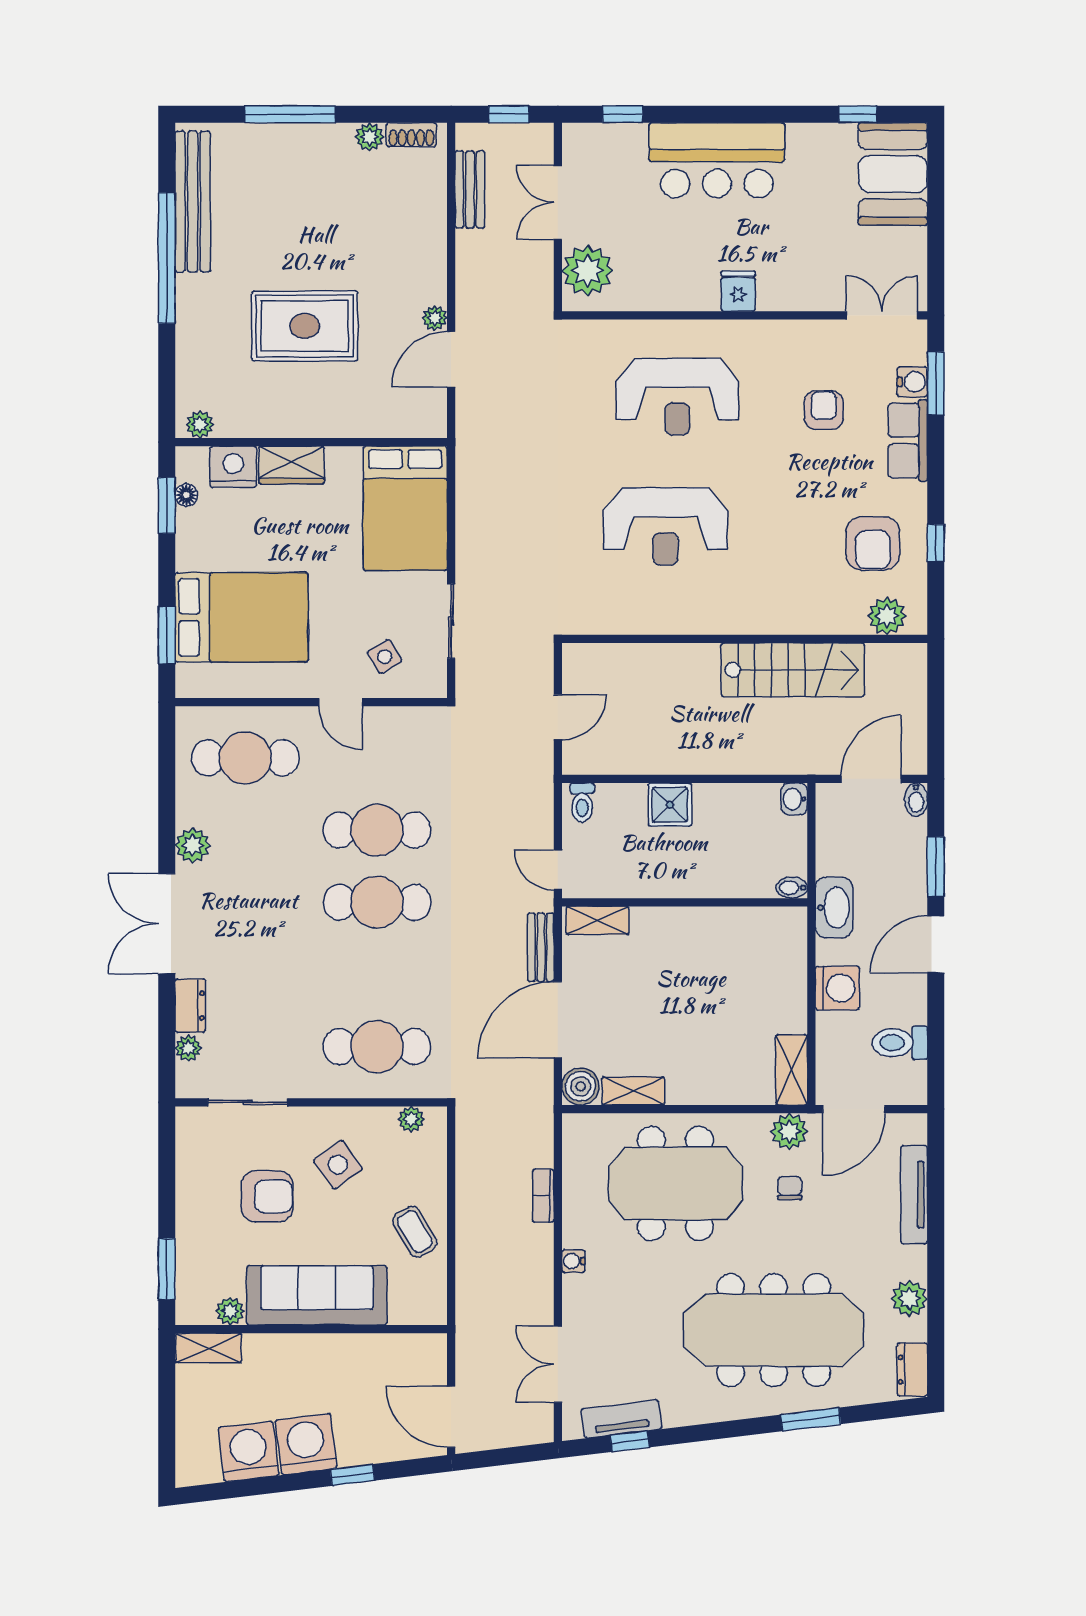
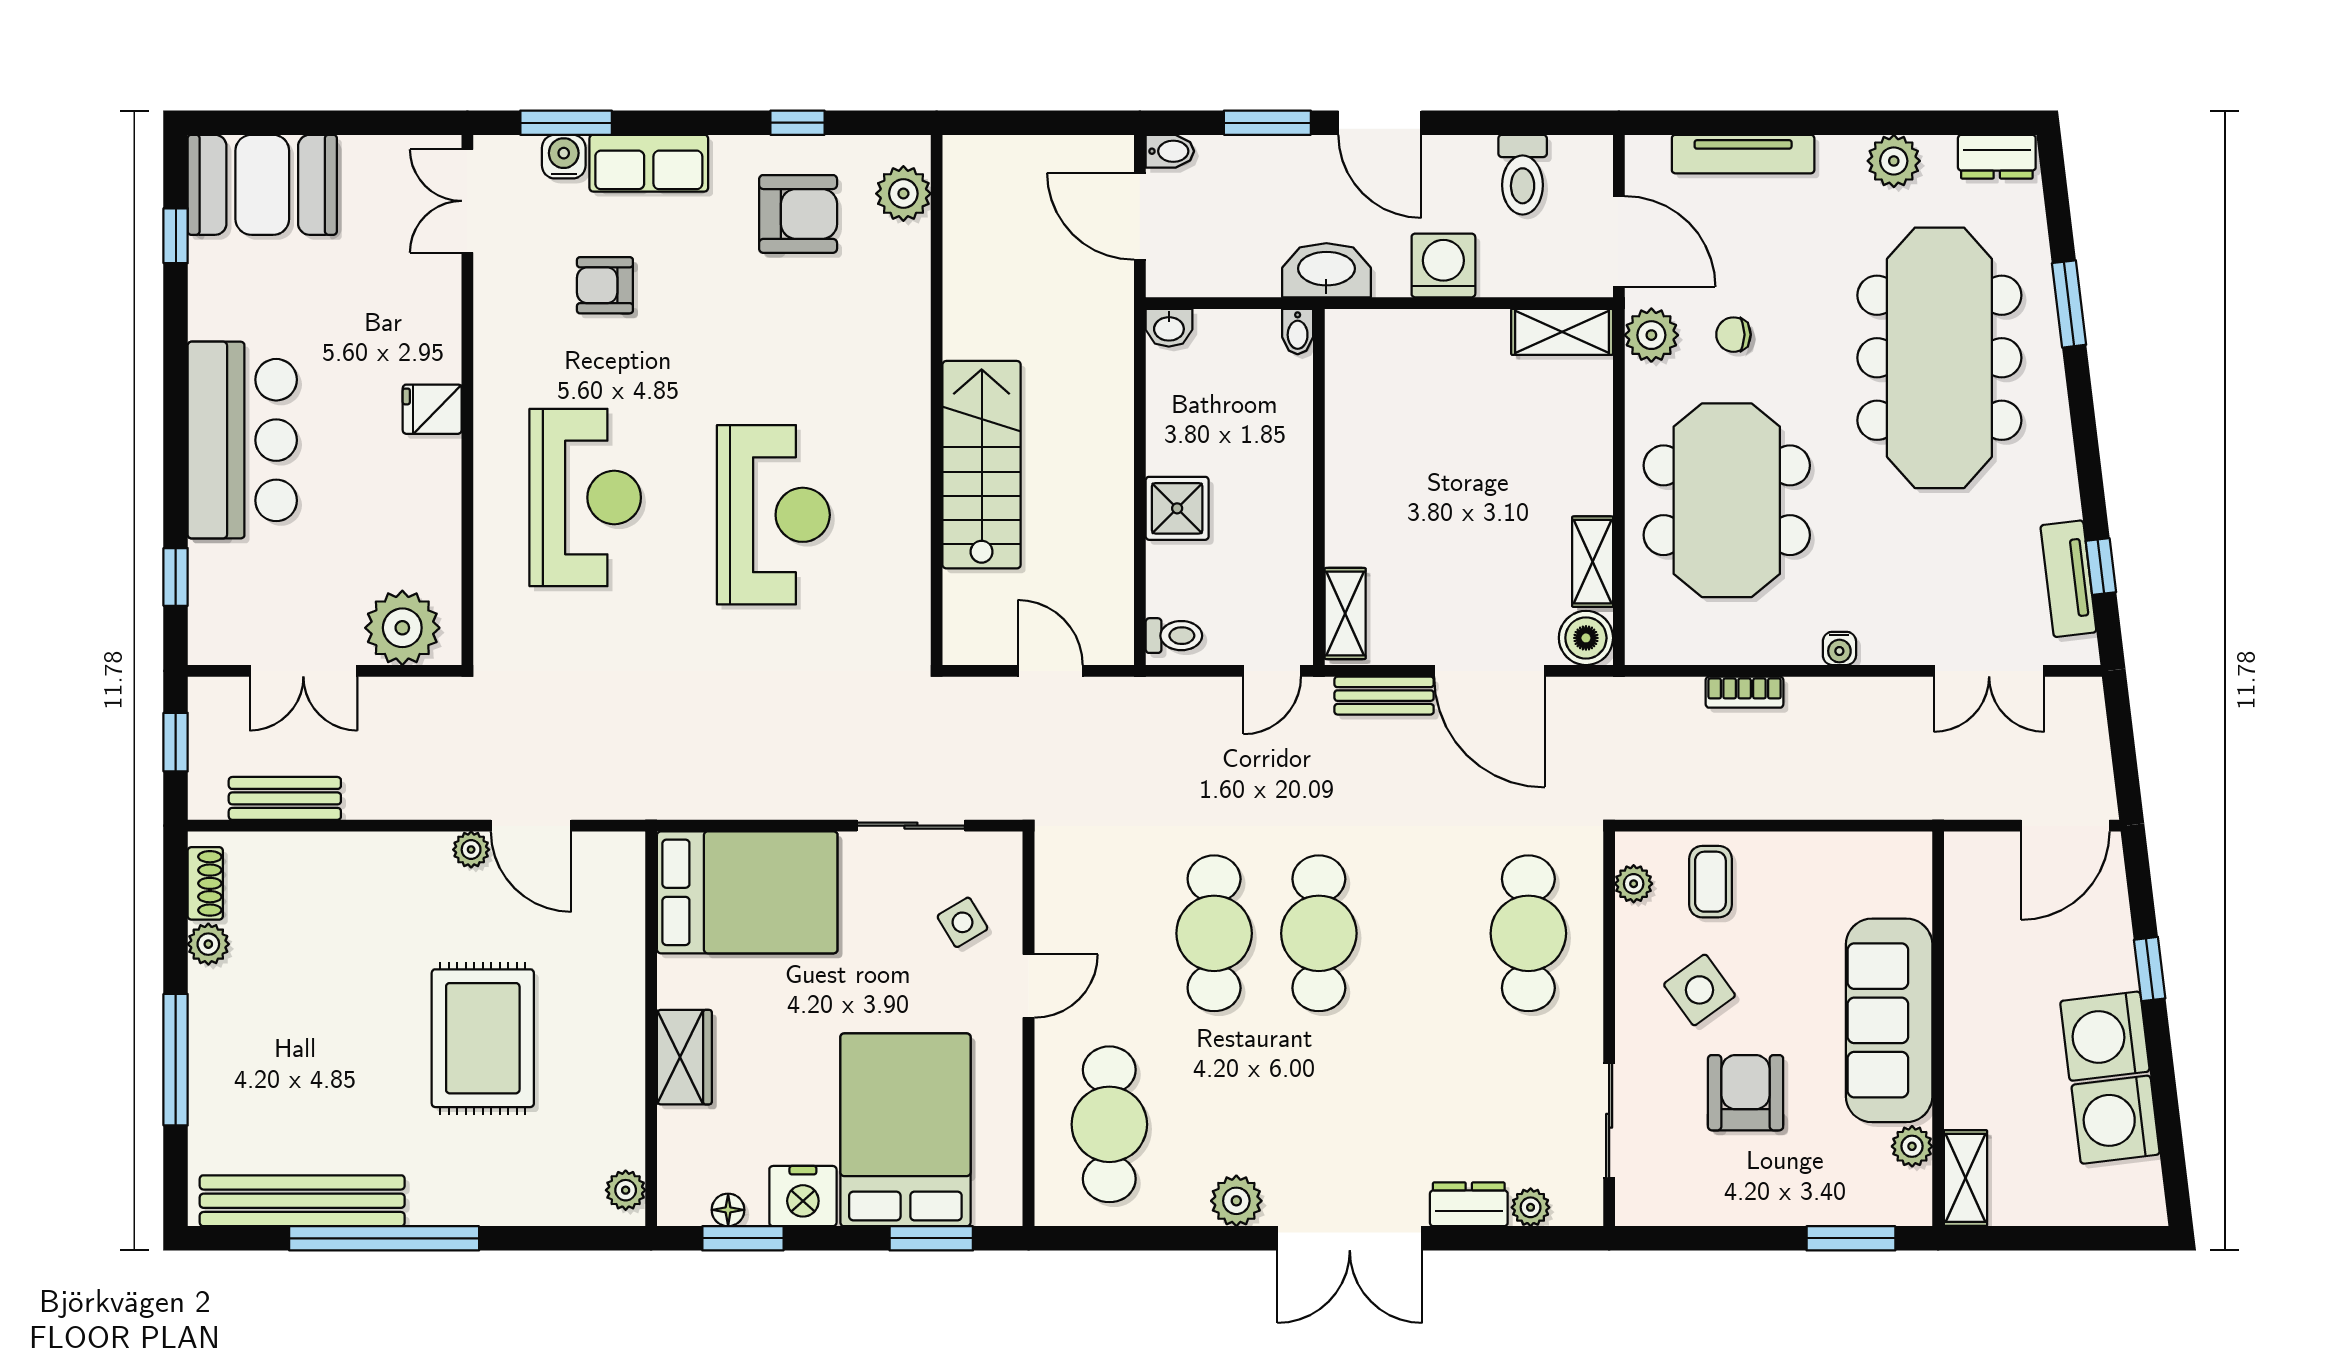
nightstand: (233, 467) -> (803, 1196), moved, turned -90
stairs: (793, 670) -> (982, 465), moved
coffee table: (415, 1232) -> (1710, 882), moved, turned -60

